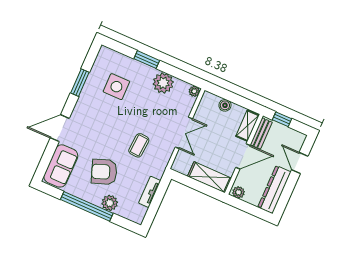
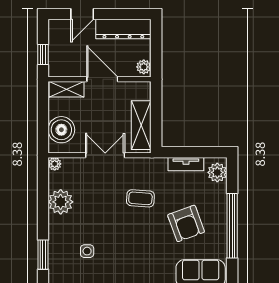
window: (147, 60) -> (43, 255), moved
side table: (116, 87) -> (87, 251), width x0.54, depth x0.54
boiler: (225, 105) -> (61, 130), width x1.86, depth x1.86
bench: (261, 133) -> (69, 70), removed
shelving: (209, 177) -> (141, 125), moved
plant: (110, 203) -> (217, 172), moved

